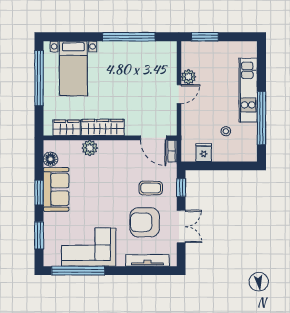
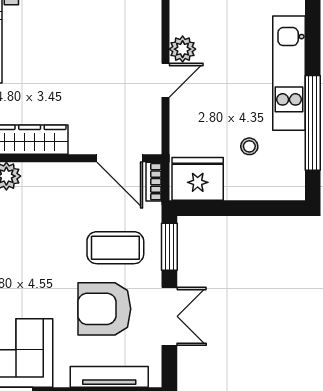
fridge: (204, 153) -> (198, 179), width x1.88, depth x1.34
window: (181, 187) -> (169, 247), width x1.50
coffee table: (151, 188) -> (115, 248), width x1.36, depth x1.30

